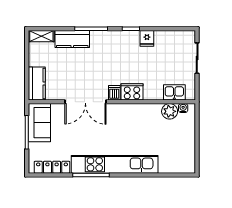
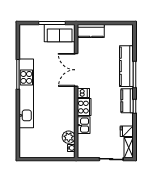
shelving: (41, 36) -> (129, 148), moved
kitchen counter: (124, 38) -> (127, 101), added
fridge: (147, 38) -> (127, 131), moved
kitchen counter: (72, 39) -> (126, 66), width x1.50
kitchen sink: (174, 92) -> (84, 125), moved
locker: (52, 167) -> (24, 43), removed

